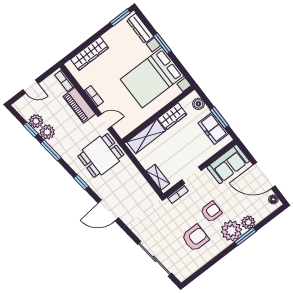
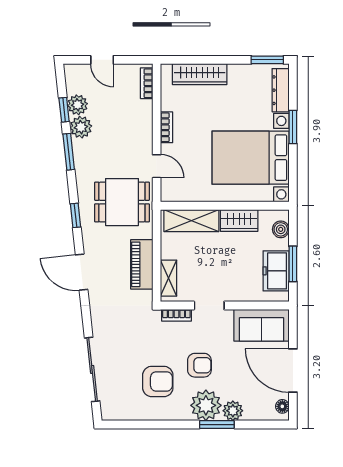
piano: (79, 105) -> (142, 264), moved

